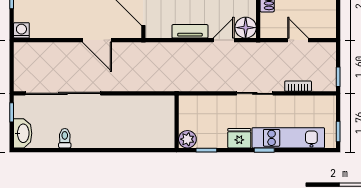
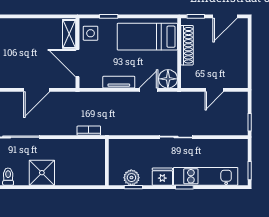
door: (97, 40) -> (37, 90), hinge flipped
door: (298, 40) -> (214, 90), swing flipped
bookcase: (298, 86) -> (89, 131), moved
shower: (103, 134) -> (42, 173), added
plant: (187, 139) -> (131, 178), moved

